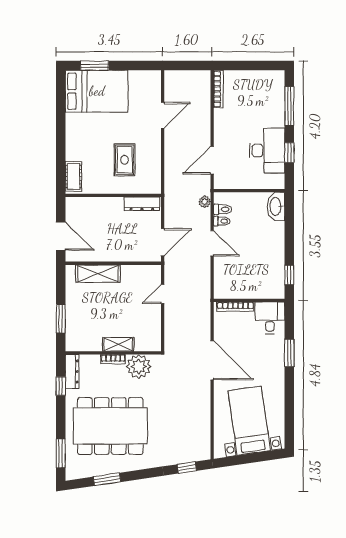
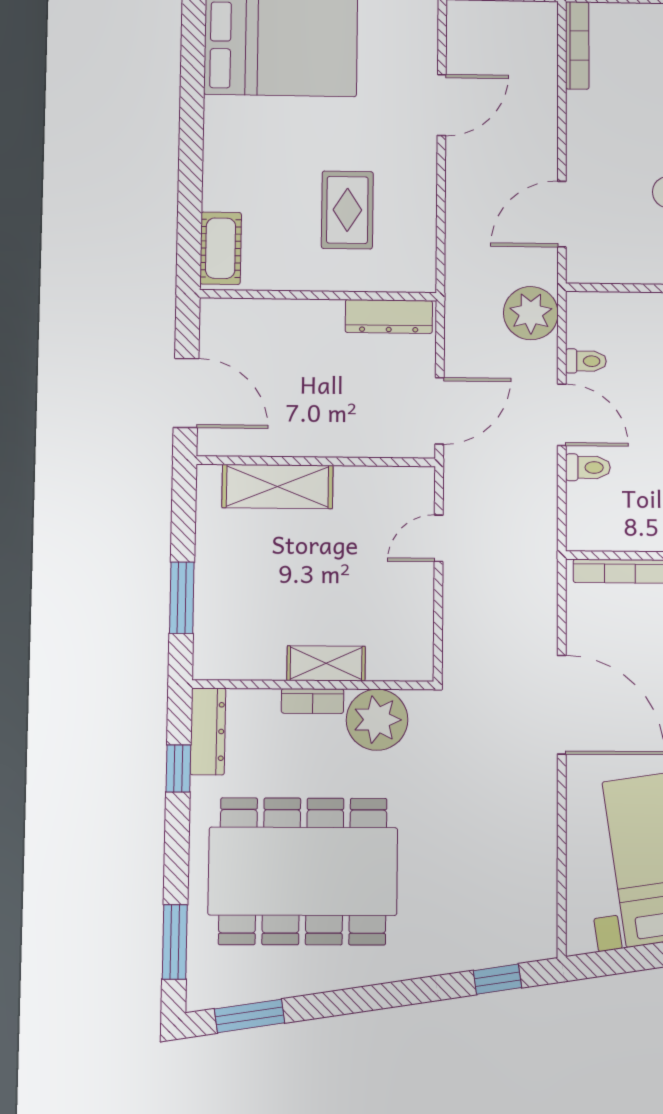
plant: (205, 202) -> (531, 313), width x1.88, depth x1.88
toilet: (223, 209) -> (588, 467), moved
window: (107, 479) -> (250, 1016), moved

